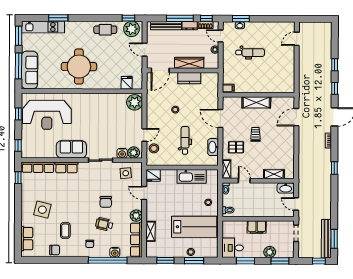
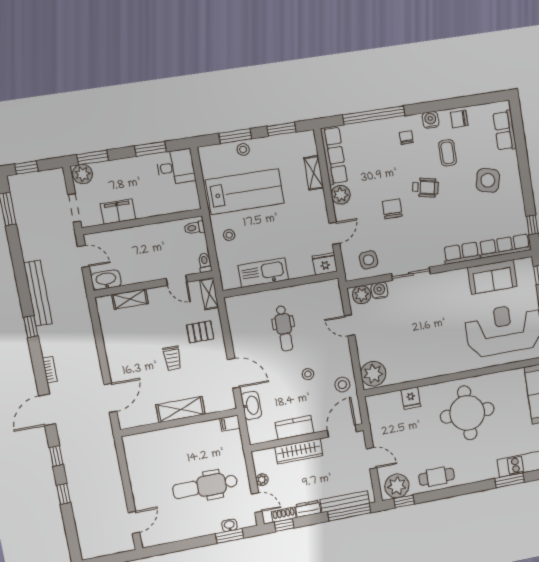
window: (180, 18) -> (349, 512), moved
dental chair: (250, 53) -> (205, 486), width x1.36, depth x1.38
fridge: (127, 83) -> (411, 398), moved
door: (144, 135) -> (350, 325), hinge flipped
washbasin: (213, 147) -> (251, 405), moved
stool: (154, 148) -> (342, 385), moved
sofa: (71, 149) -> (492, 277), moved
door: (144, 193) -> (334, 233), hinge flipped
wheelchair: (104, 224) -> (425, 187), moved
lab bench: (194, 227) -> (245, 192), turned 180
filing cabinet: (257, 227) -> (118, 212), moved
bench: (326, 239) -> (38, 293), moved
water cooler: (115, 252) -> (431, 120), moved
plant: (270, 252) -> (83, 174), moved

